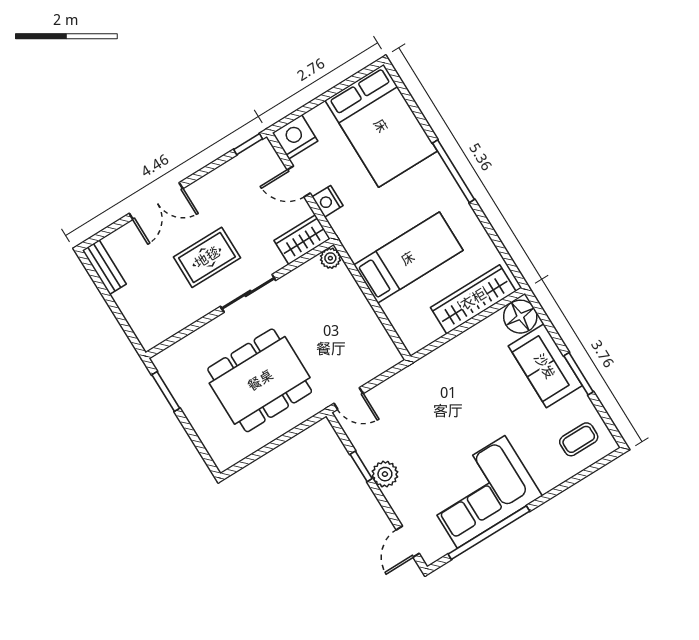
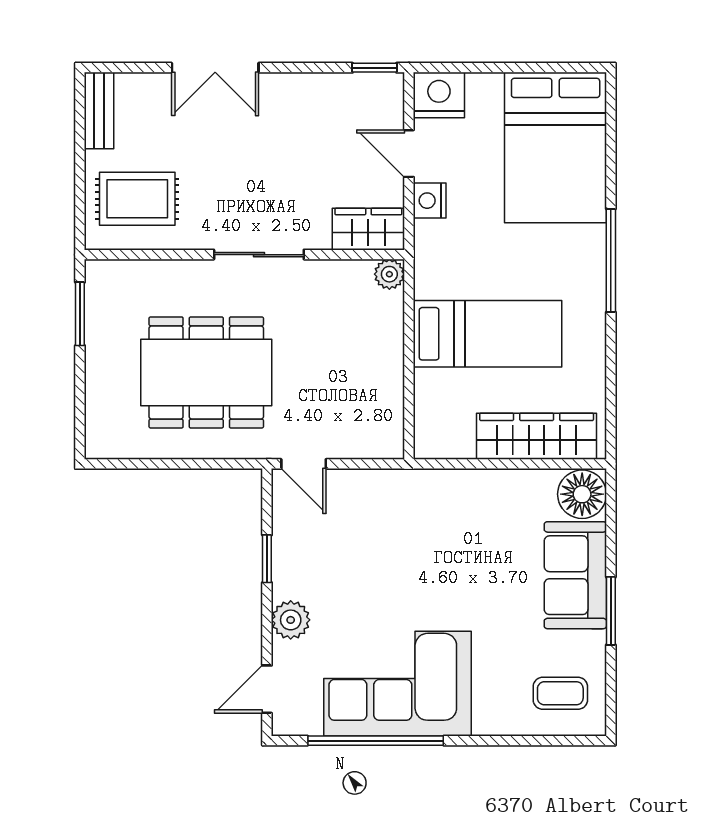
rug: (207, 257) -> (137, 199), moved
plant: (385, 474) -> (291, 620), moved

